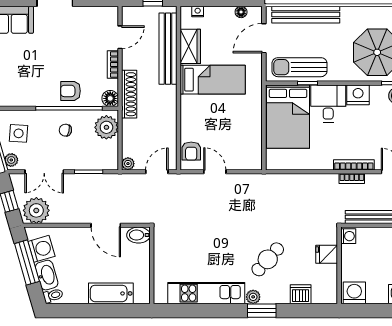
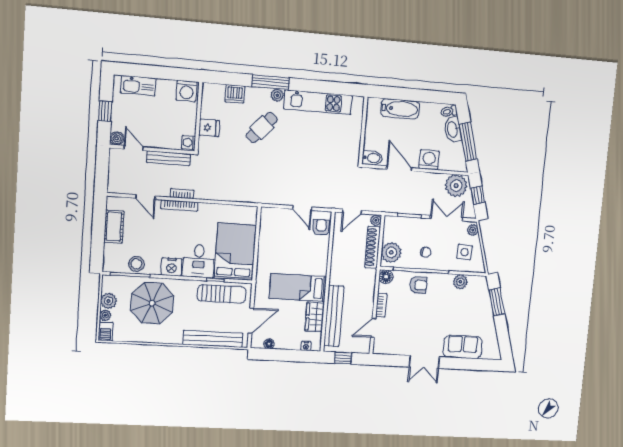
shoe rack: (129, 94) -> (373, 247), moved
plant: (20, 98) -> (460, 282), added
washing machine: (41, 249) -> (429, 160), moved, turned 106
window: (262, 311) -> (270, 82), width x1.44

